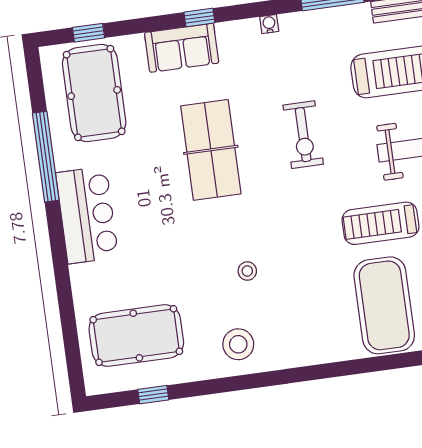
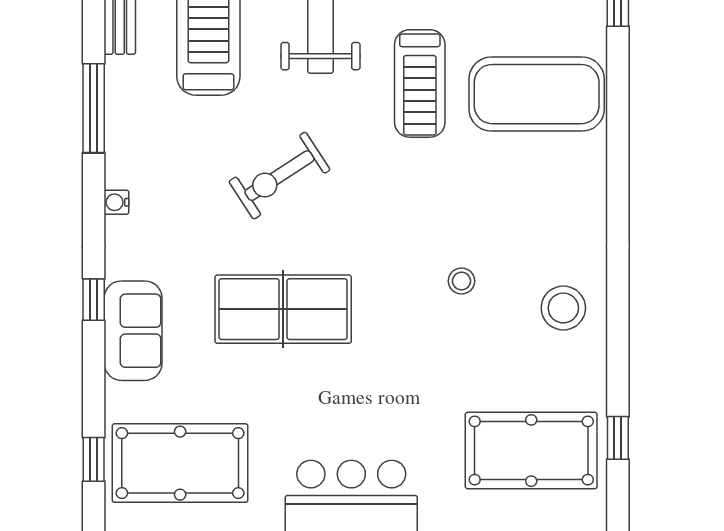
exercise bike: (303, 135) -> (279, 176), turned 147
pool table: (136, 336) -> (531, 451), turned 90

